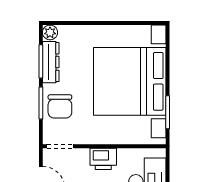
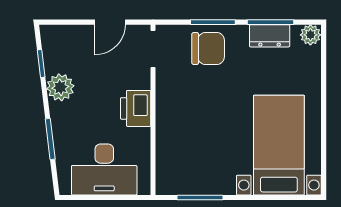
dresser: (51, 62) -> (270, 36), width x0.70
bed with nightstands: (130, 81) -> (279, 145), width x0.54
chair: (60, 106) -> (208, 48), turned 180

